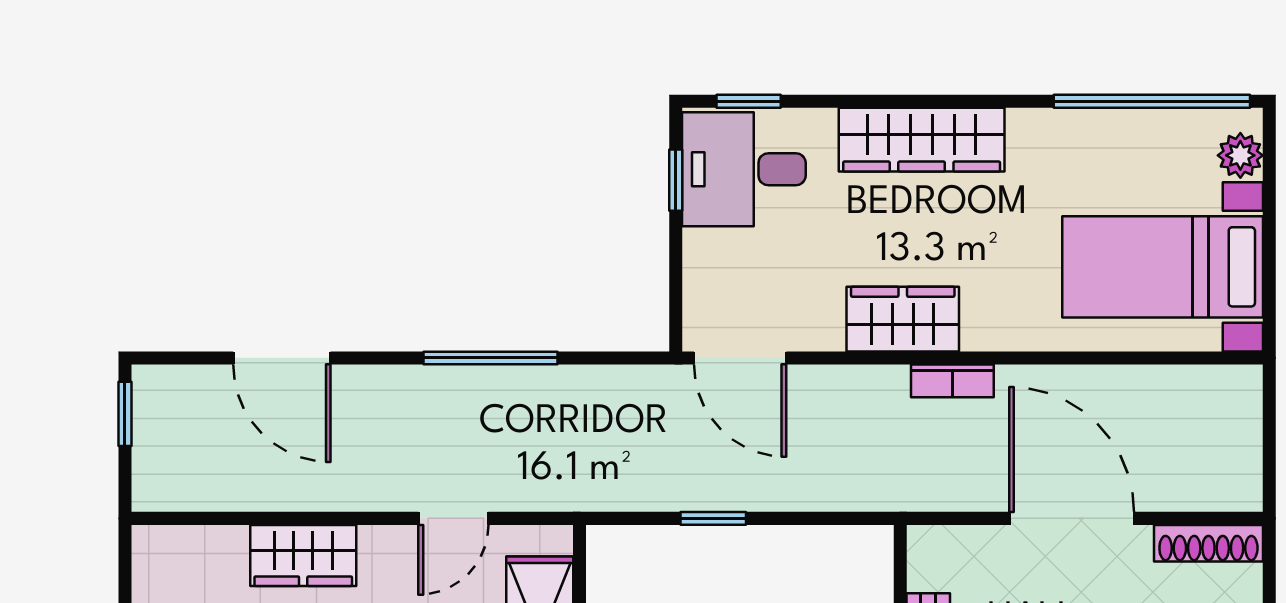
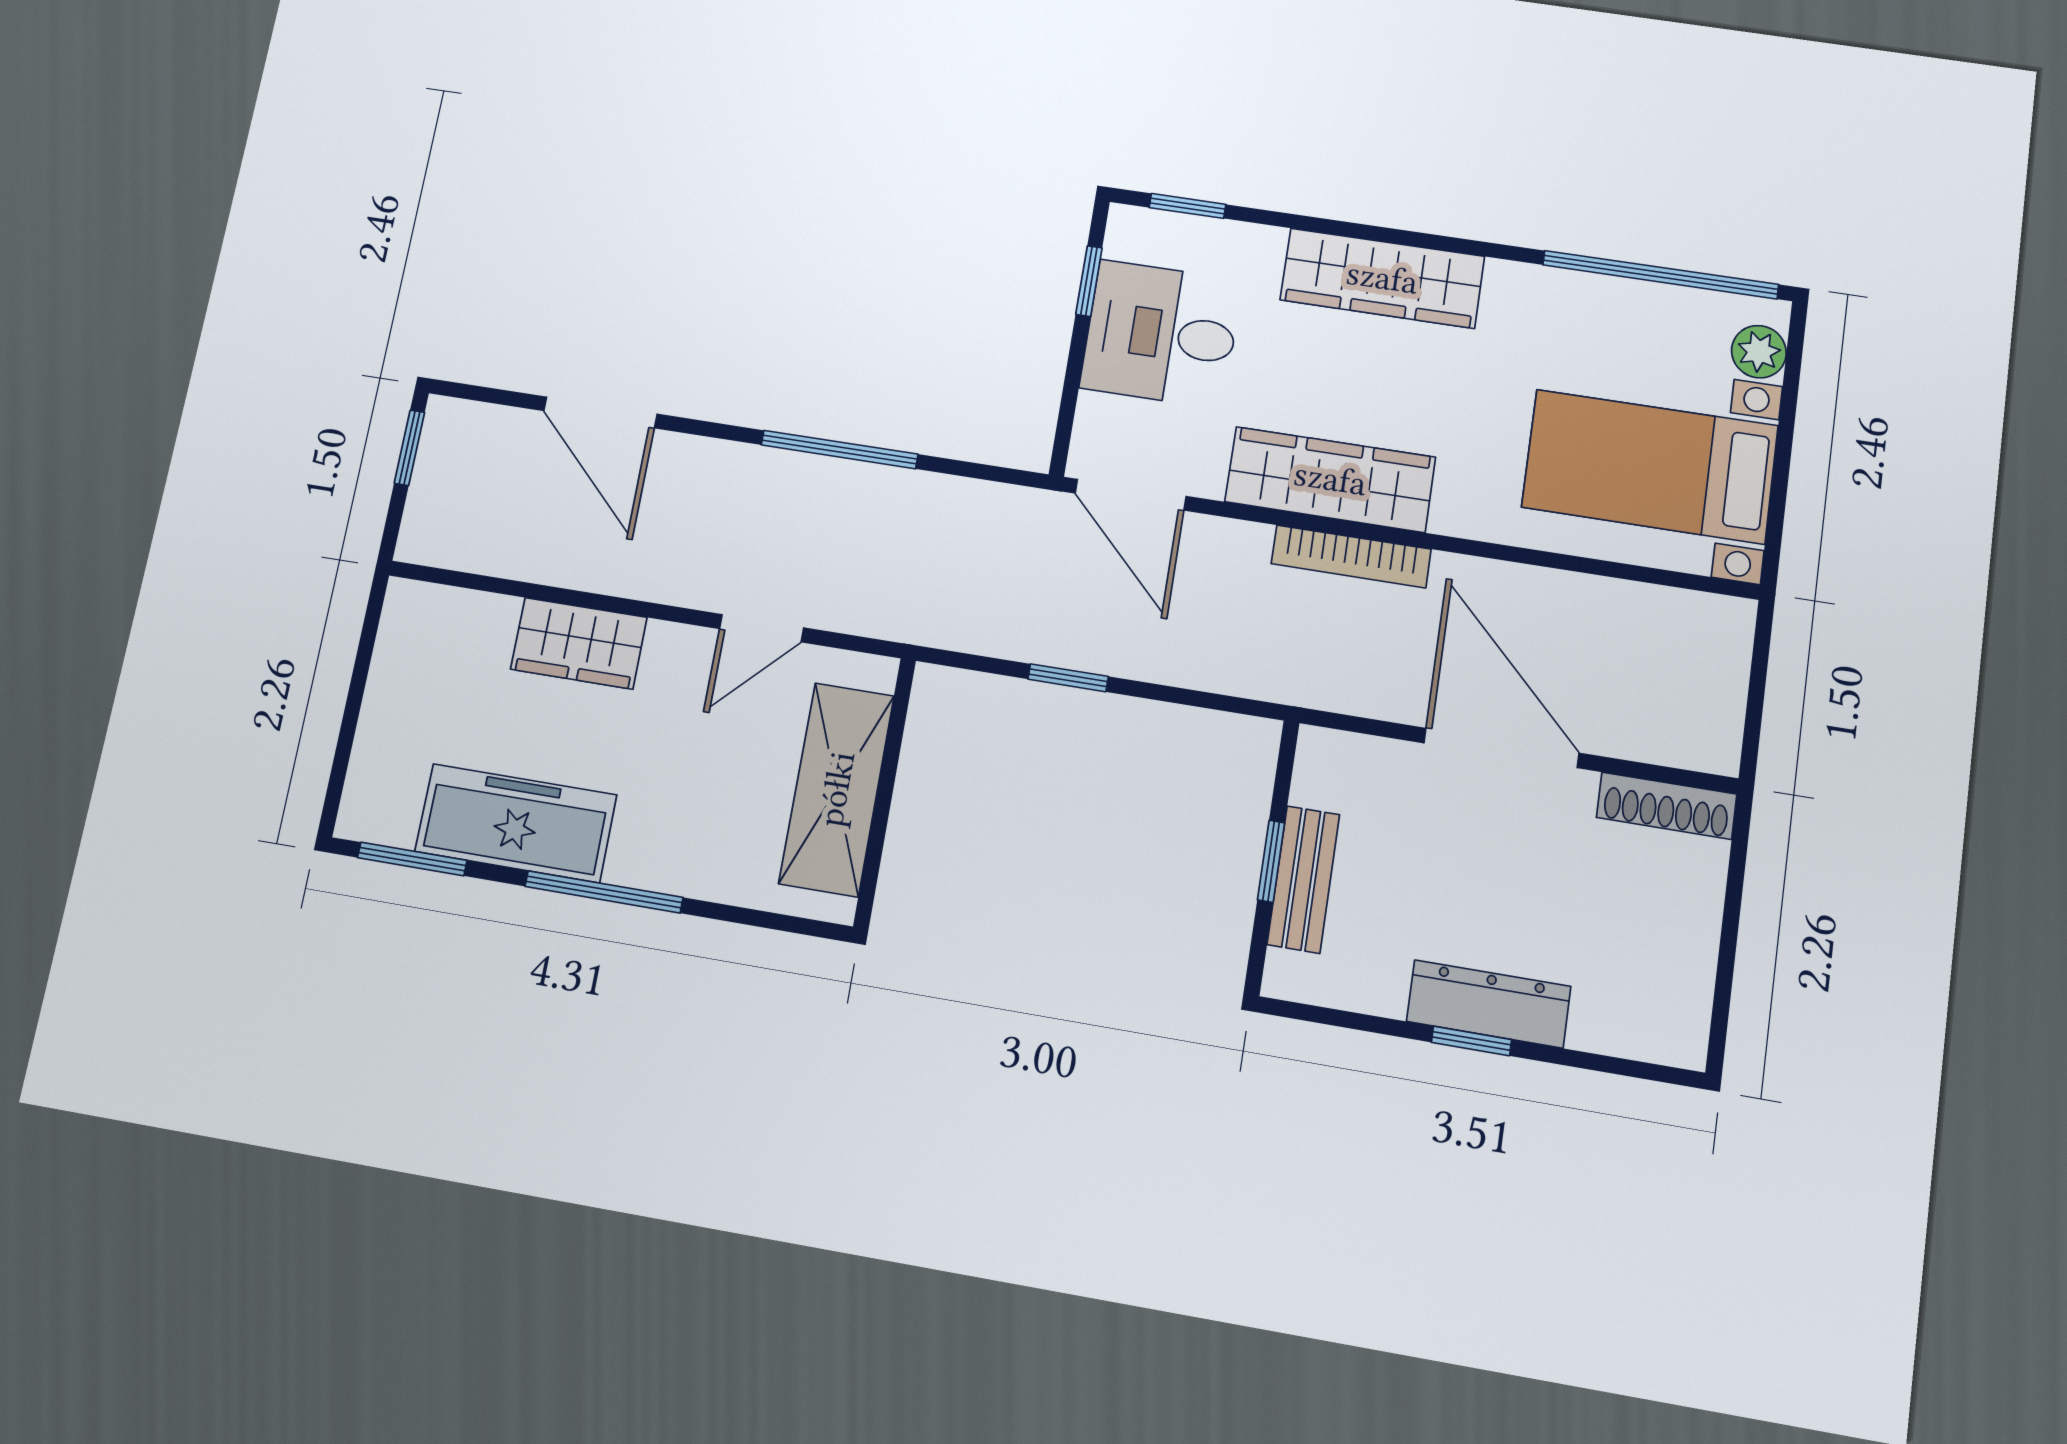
desk: (744, 169) -> (1161, 334), moved
wardrobe: (903, 319) -> (1330, 479), width x1.50
bookcase: (952, 381) -> (1351, 556), width x1.56

